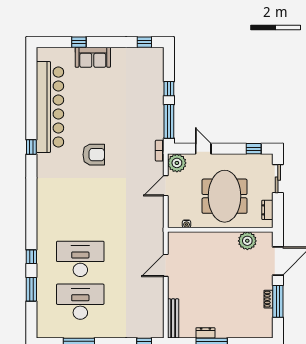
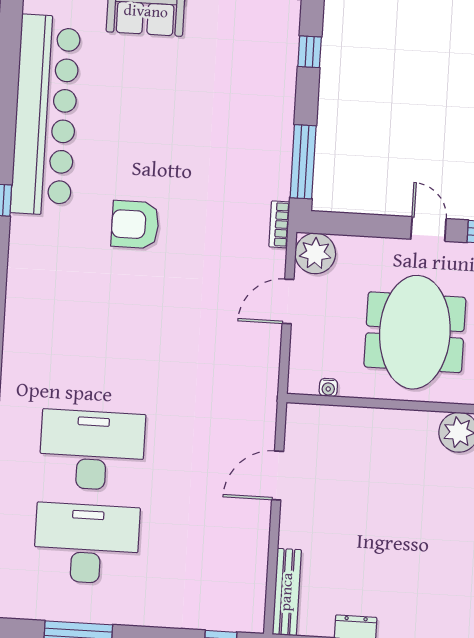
window: (169, 89) -> (310, 52), moved
door: (203, 149) -> (428, 229), moved
armchair: (94, 155) -> (135, 224), turned 180

